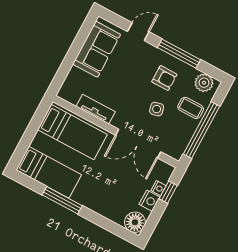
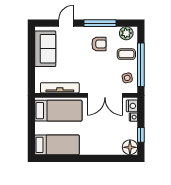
tv unit: (96, 109) -> (60, 88), width x1.41
side table: (157, 109) -> (127, 78), moved
window: (168, 192) -> (141, 135), moved
window: (62, 200) -> (75, 158), removed
nightstand: (150, 201) -> (132, 106), moved

